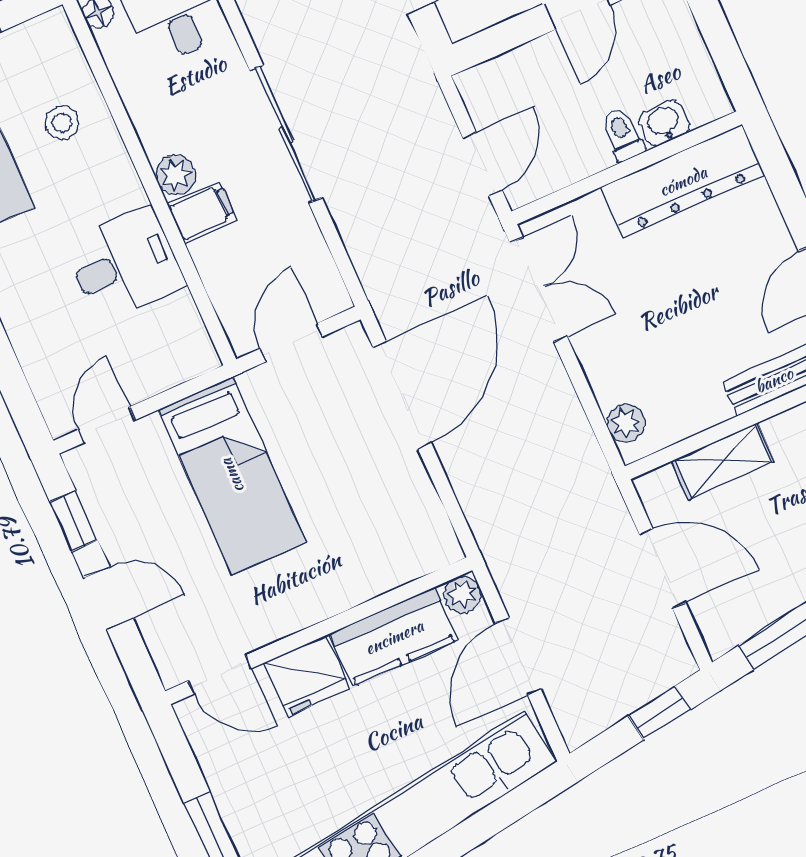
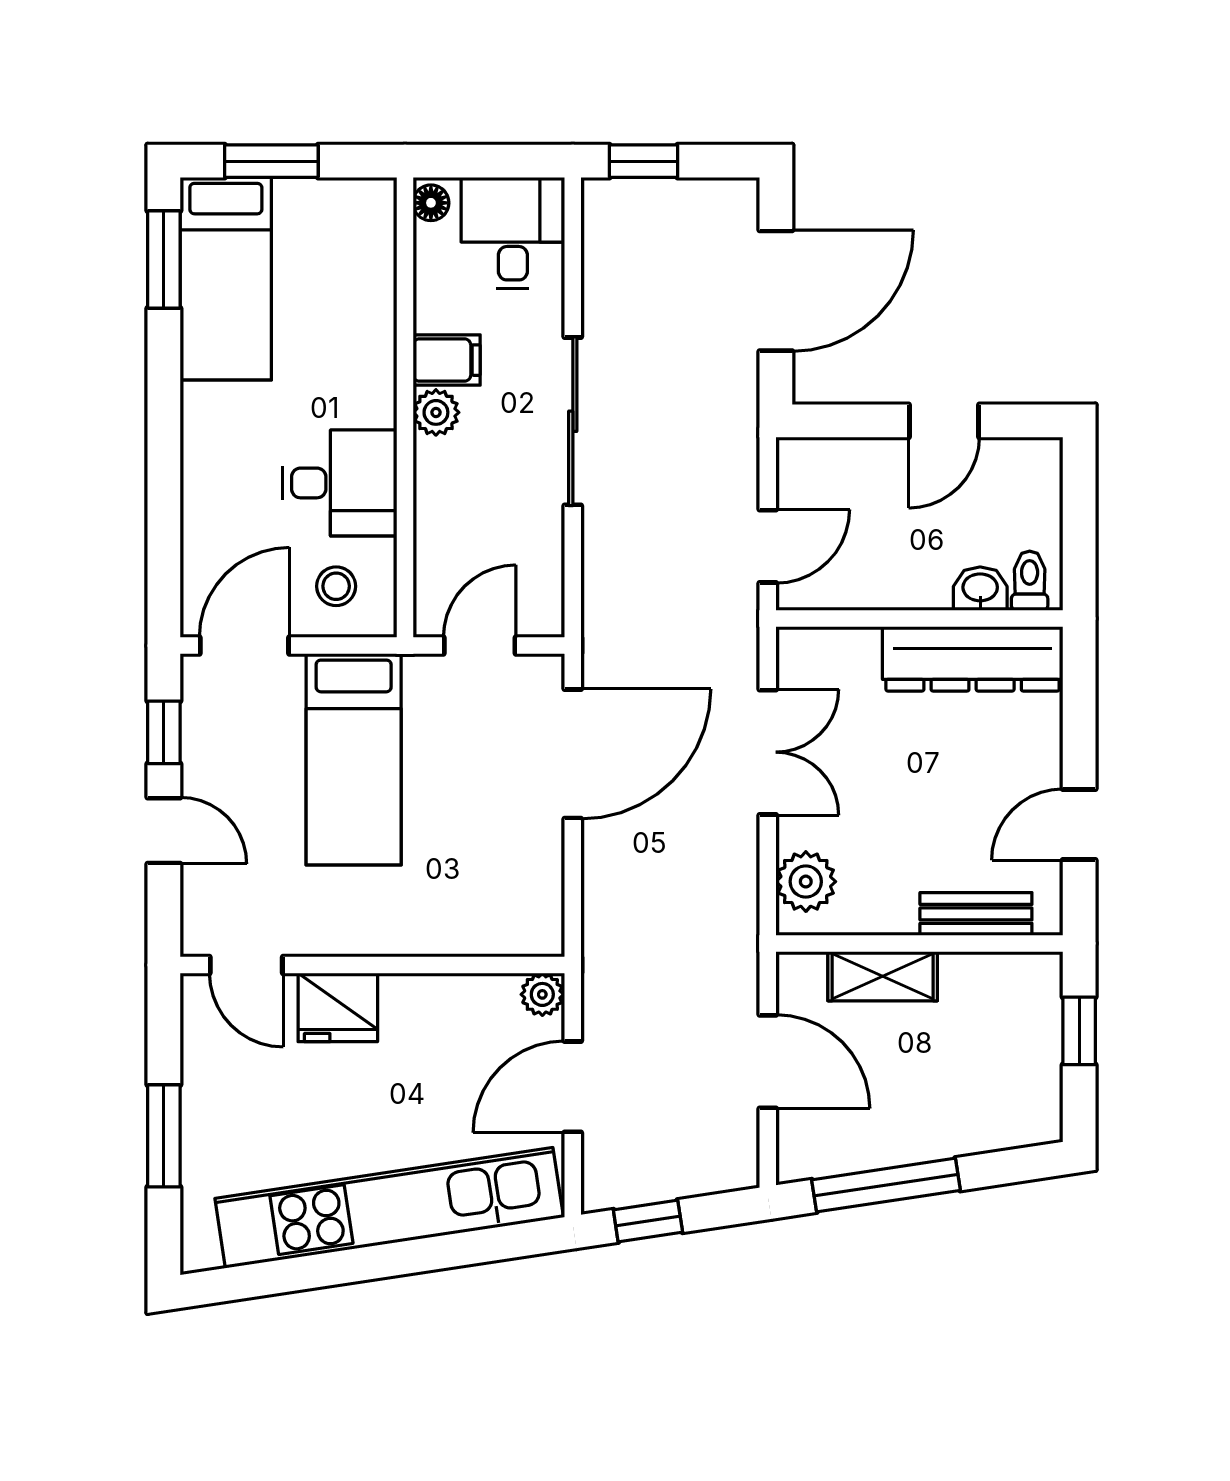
stool: (62, 123) -> (336, 586), moved
toilet: (622, 134) -> (1030, 581), moved
filing cabinet: (202, 212) -> (447, 360), moved
double door: (538, 290) -> (768, 752), moved
plant: (626, 423) -> (806, 882), width x1.38, depth x1.38
door: (107, 425) -> (244, 646), width x1.38
kitchen counter: (394, 637) -> (449, 1007), removed
window: (659, 713) -> (648, 1221), moved

